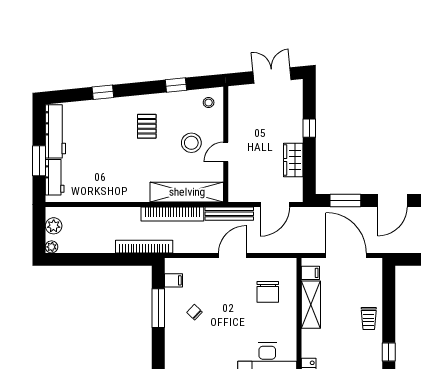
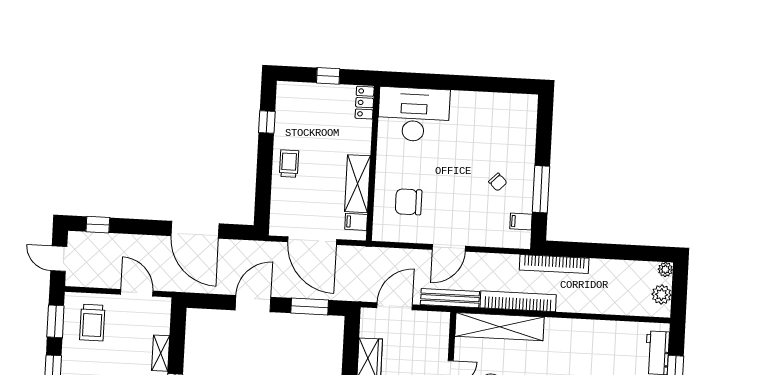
chair: (268, 292) -> (409, 202), turned -90

